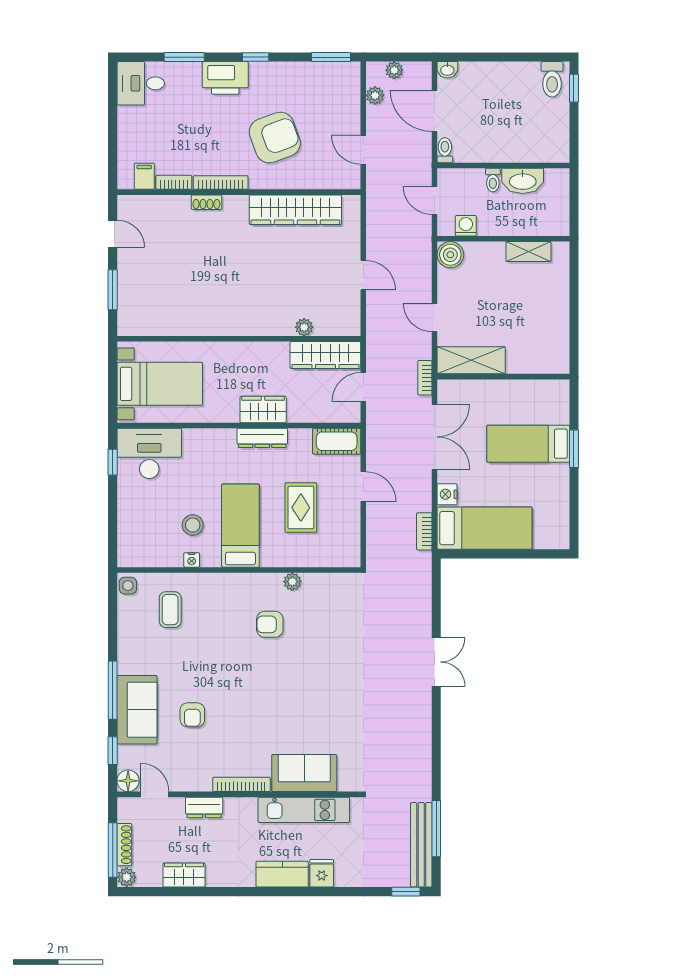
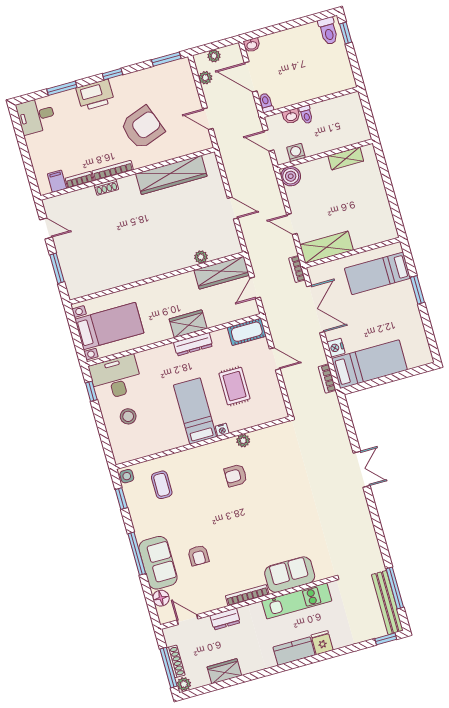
washbasin: (523, 181) -> (291, 116), moved, width x0.52, depth x0.69
bed: (528, 444) -> (378, 273), moved
stool: (193, 525) -> (128, 416), moved
nightstand: (192, 560) -> (222, 430), moved
window: (113, 751) -> (121, 499), moved
floor lamp: (128, 781) -> (161, 598), moved

